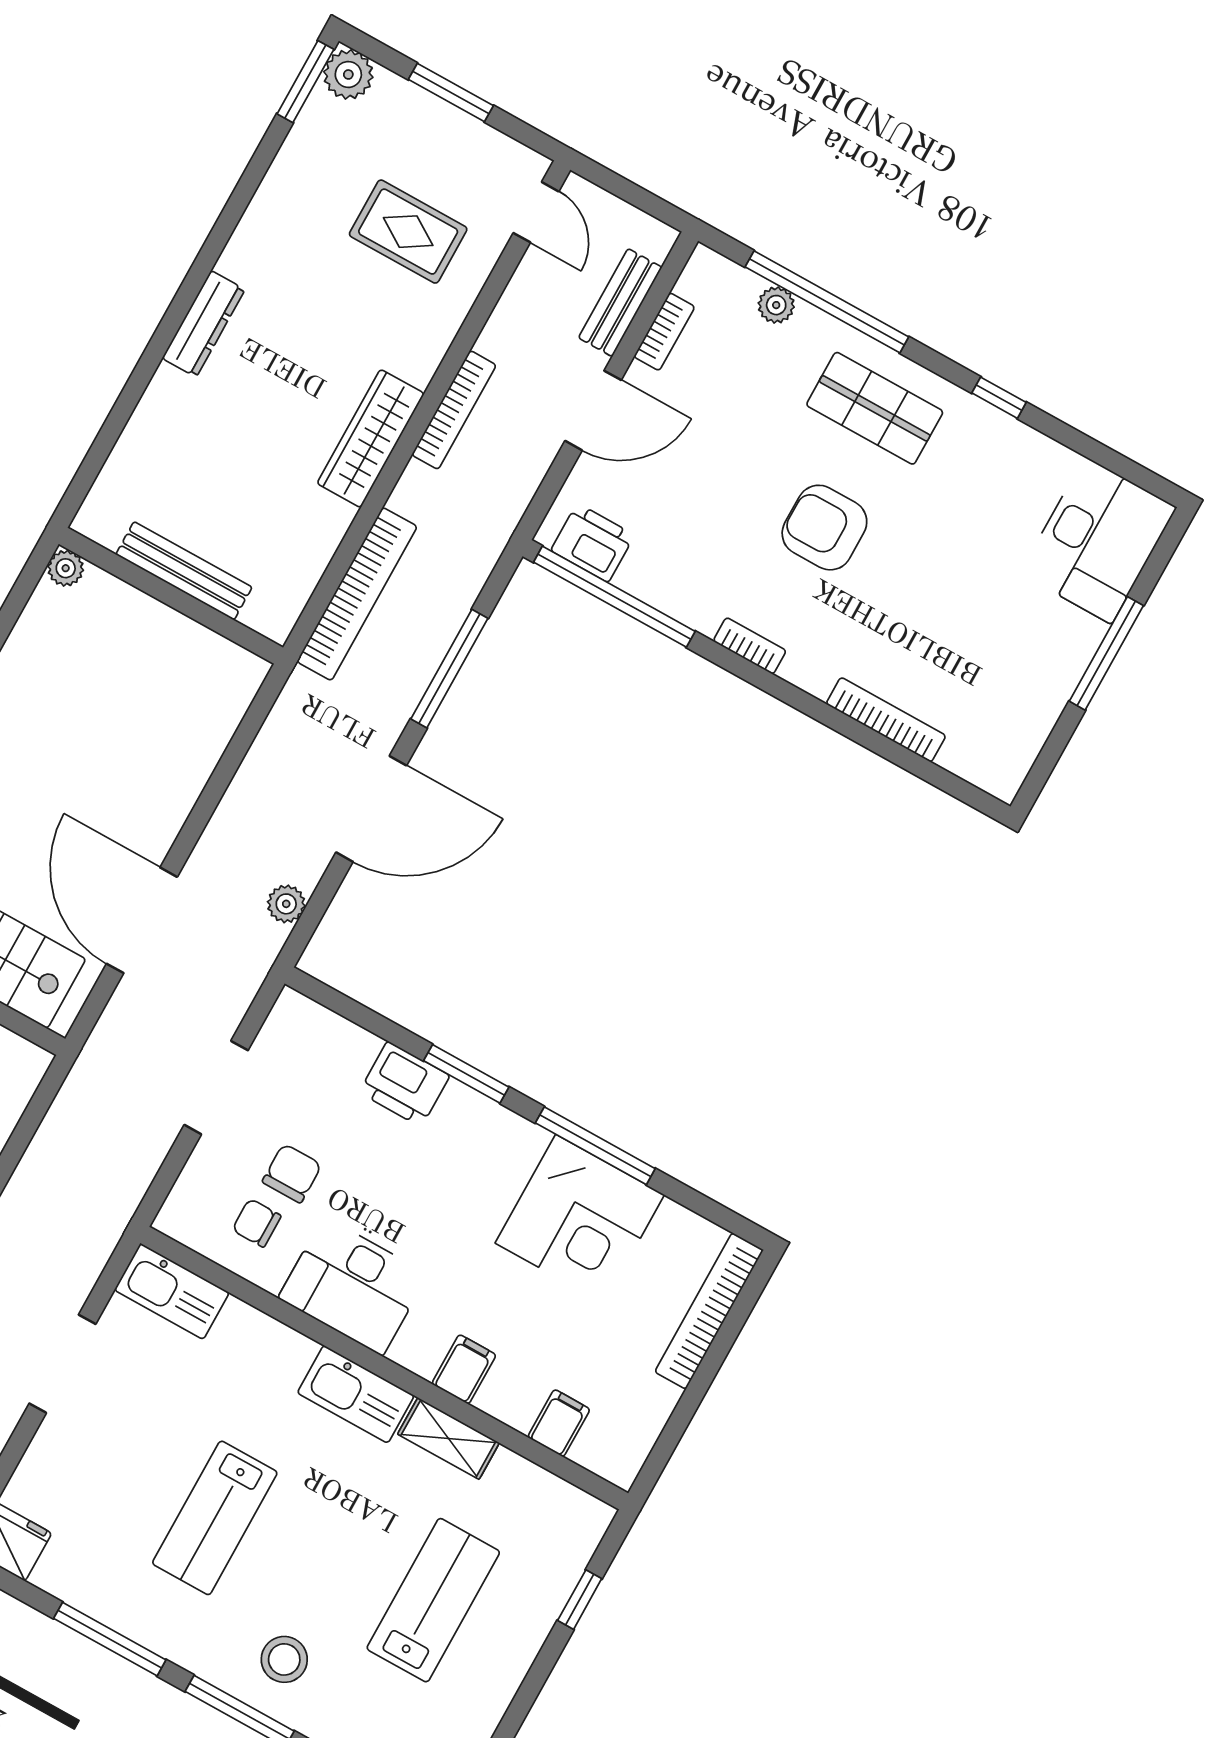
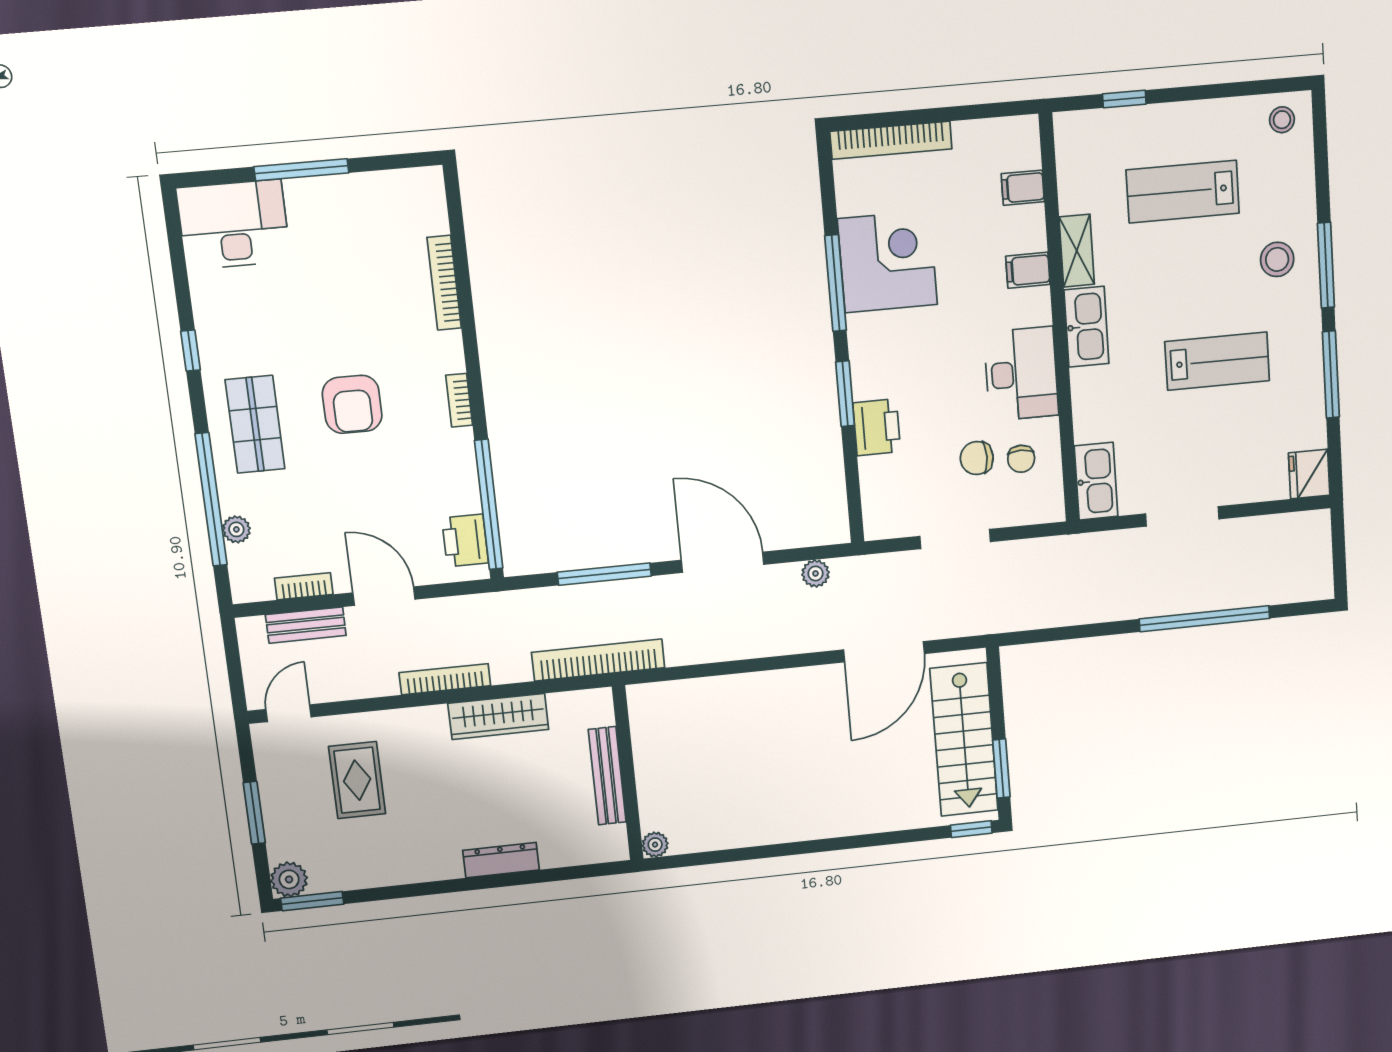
plant: (66, 568) -> (655, 845), moved
bench: (184, 571) -> (607, 776), moved
wall: (171, 596) -> (628, 773), moved

